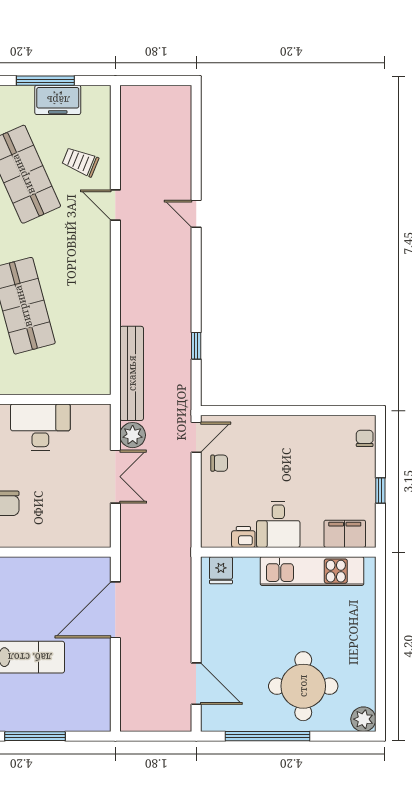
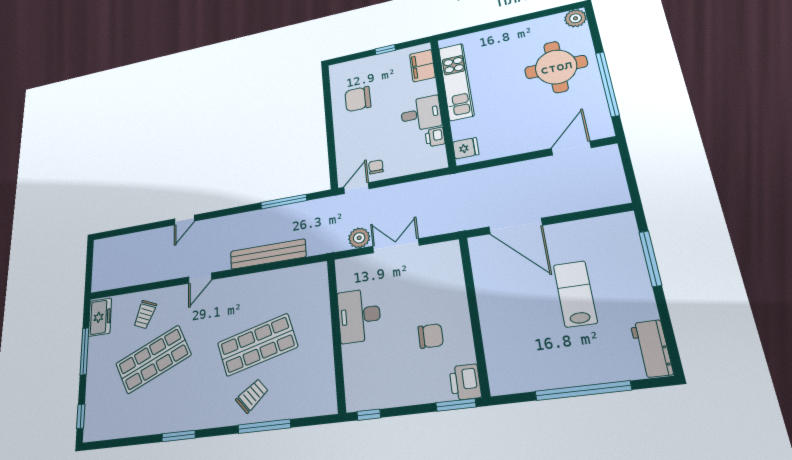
freezer: (58, 100) -> (100, 317), moved
door: (115, 205) -> (200, 278), moved
window: (196, 346) -> (284, 202), width x2.17
bench: (132, 373) -> (268, 254), moved
door: (196, 437) -> (356, 188), hinge flipped
chair: (365, 438) -> (358, 99), moved, width x1.87, depth x1.87
window: (35, 736) -> (650, 259), moved

